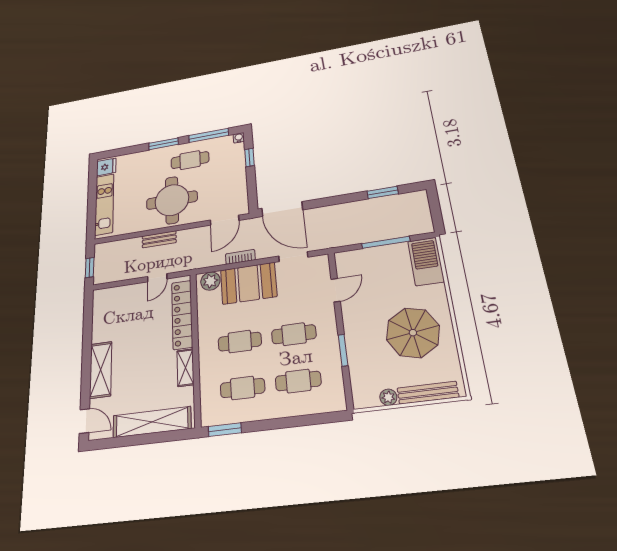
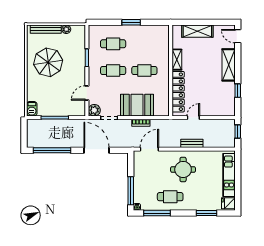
window: (163, 144) -> (207, 213), moved
window: (250, 157) -> (131, 191), width x2.17
window: (383, 192) -> (52, 150), width x2.11
round table: (172, 200) -> (183, 169), width x0.73, depth x0.73
door: (282, 209) -> (97, 150), moved
barbecue: (426, 261) -> (32, 109), width x0.53, depth x0.65
plant: (210, 281) -> (94, 110), moved
window: (88, 330) -> (238, 91), added
cafe table: (243, 388) -> (144, 44), removed
shelving: (152, 422) -> (197, 31), width x0.68
window: (225, 430) -> (131, 22), moved

